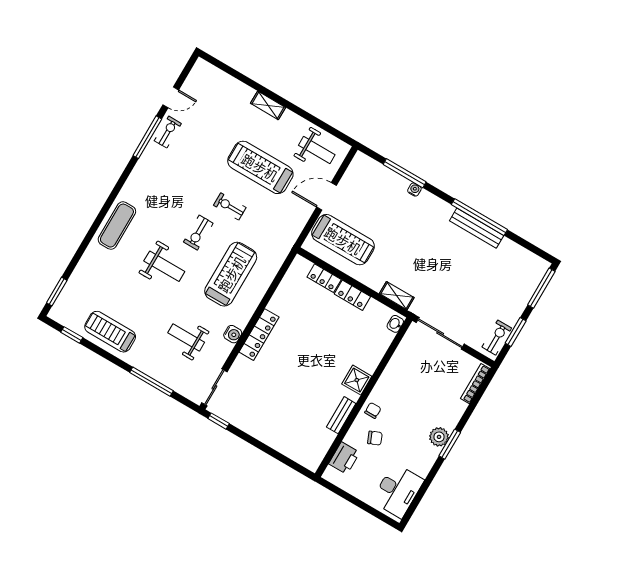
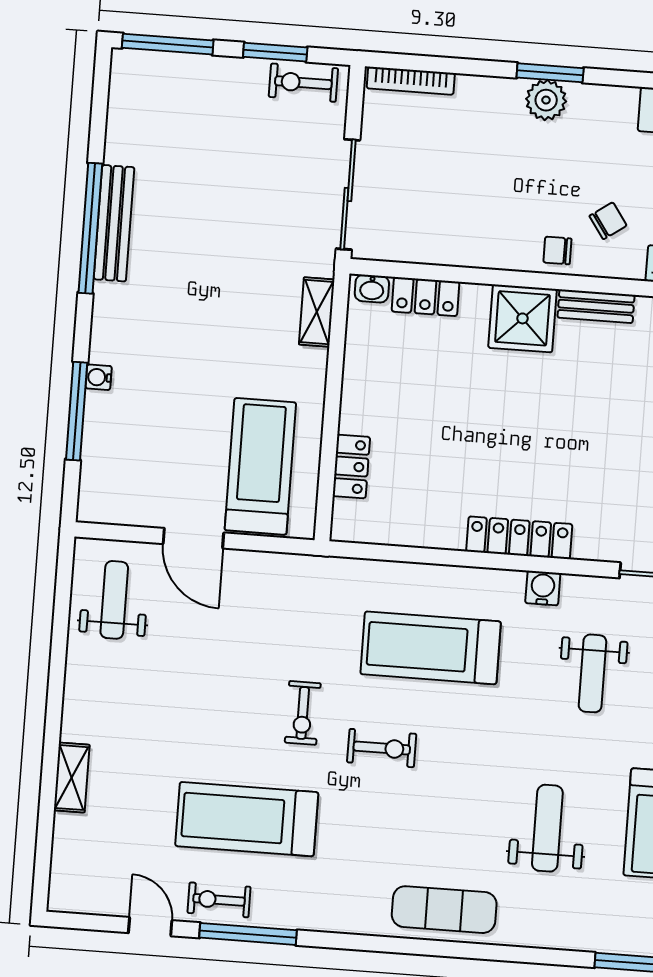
shelving: (268, 105) -> (72, 778), moved
treadmill: (260, 167) -> (247, 819), moved, turned 90
weight bench: (164, 266) -> (547, 828), moved
locker: (352, 295) -> (426, 297), moved, turned 90
shower: (357, 380) -> (522, 318), width x1.36, depth x1.36
chair: (375, 438) -> (608, 221), turned 78

